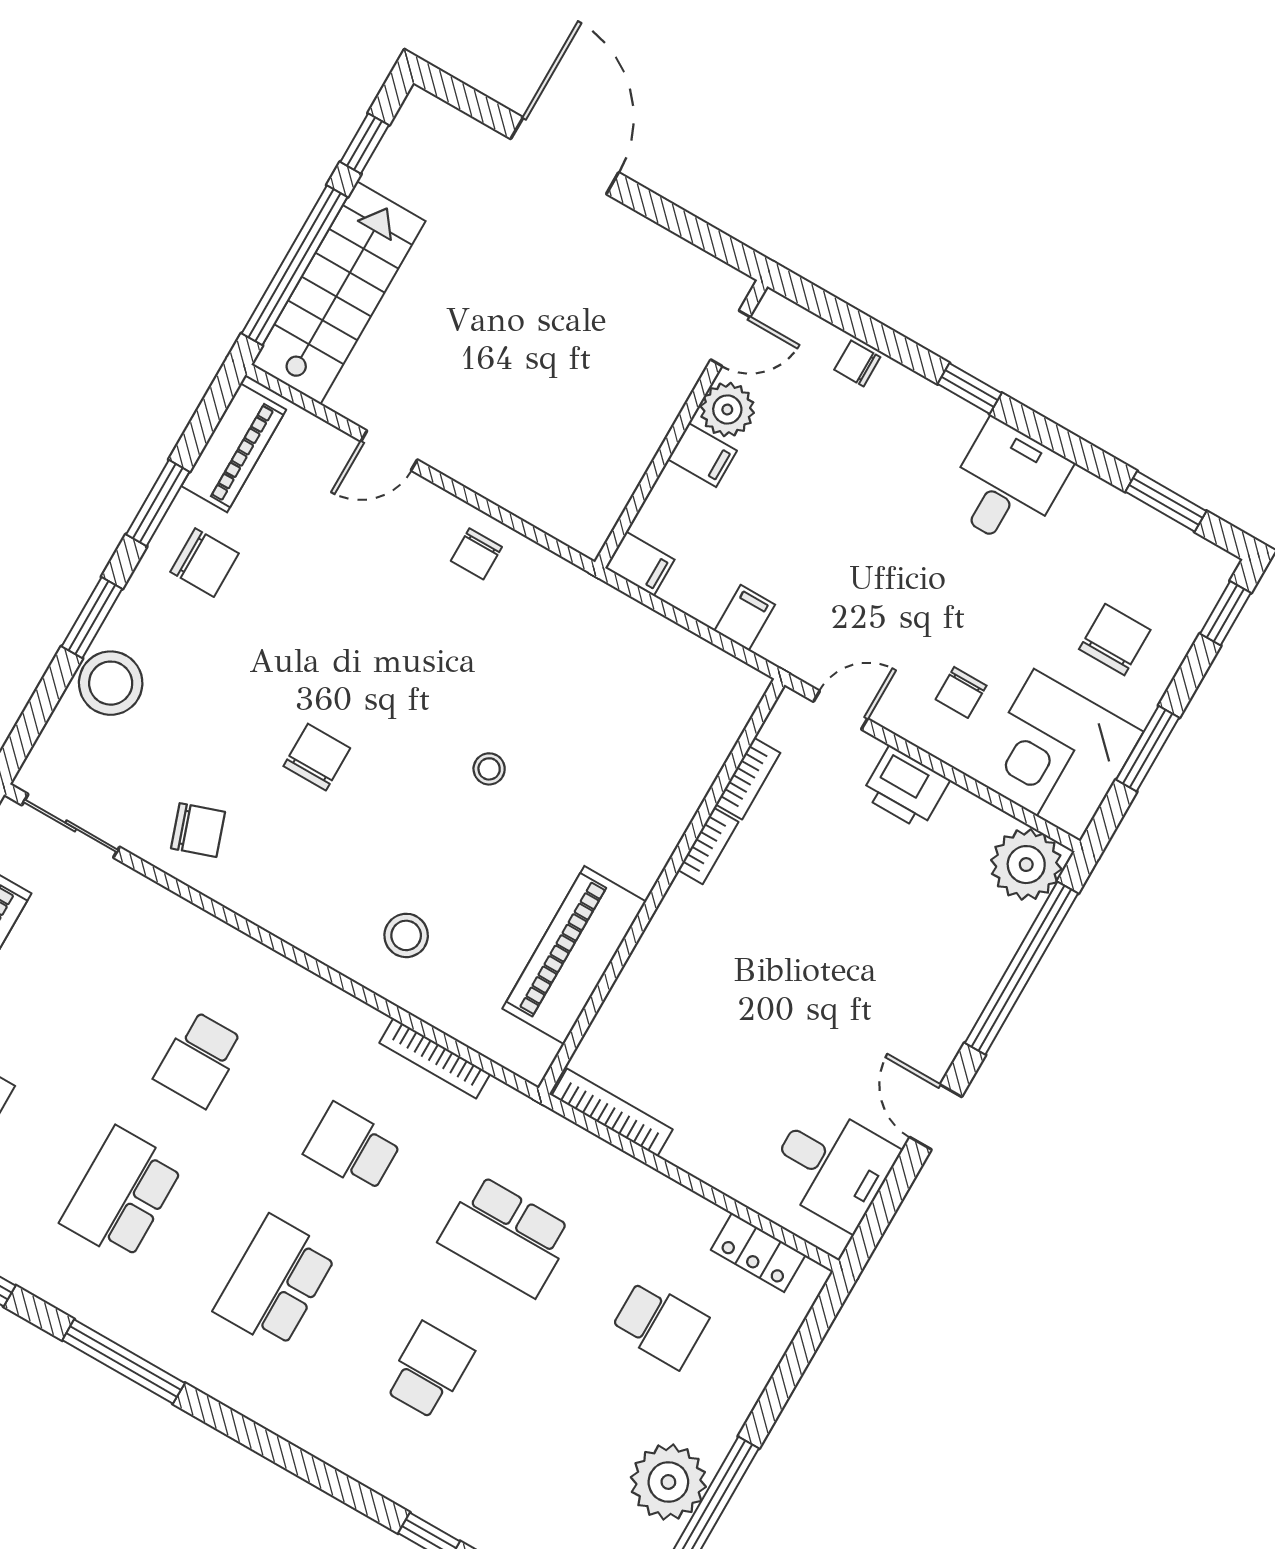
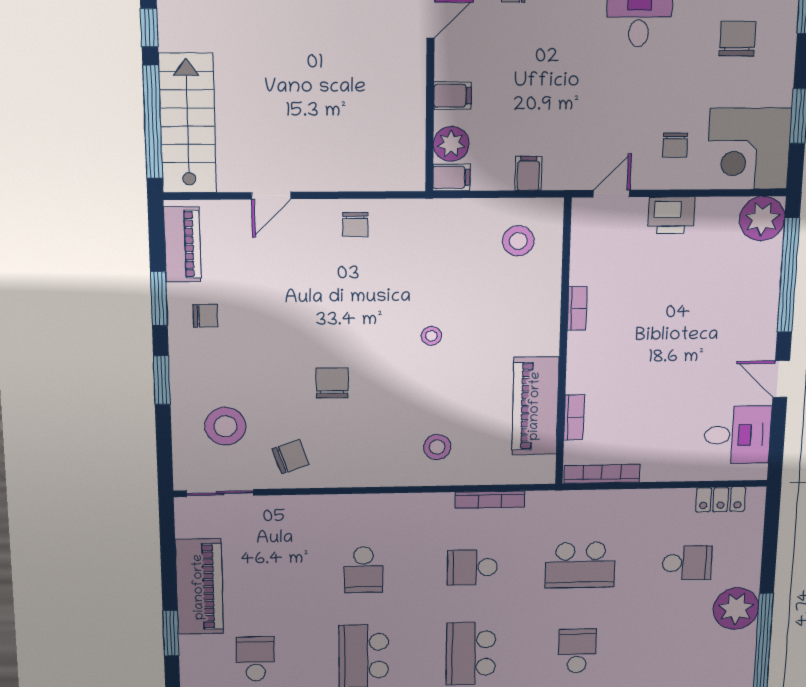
plant: (727, 410) -> (451, 144), moved
chair: (204, 563) -> (205, 316), width x0.73, depth x0.73
chair: (1115, 640) -> (737, 39), moved
stool: (111, 683) -> (225, 426), moved
stool: (680, 703) -> (518, 241), added
bookcase: (748, 779) -> (574, 417), moved
plant: (668, 1482) -> (736, 609), moved

